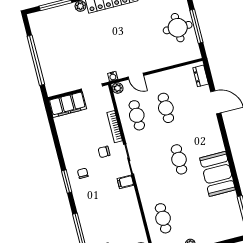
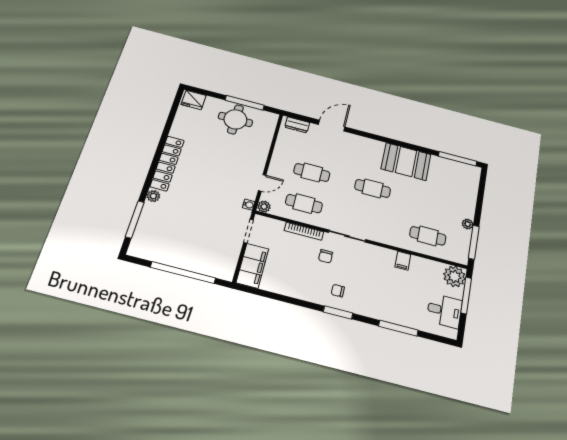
filing cabinet: (125, 182) -> (403, 261), moved

